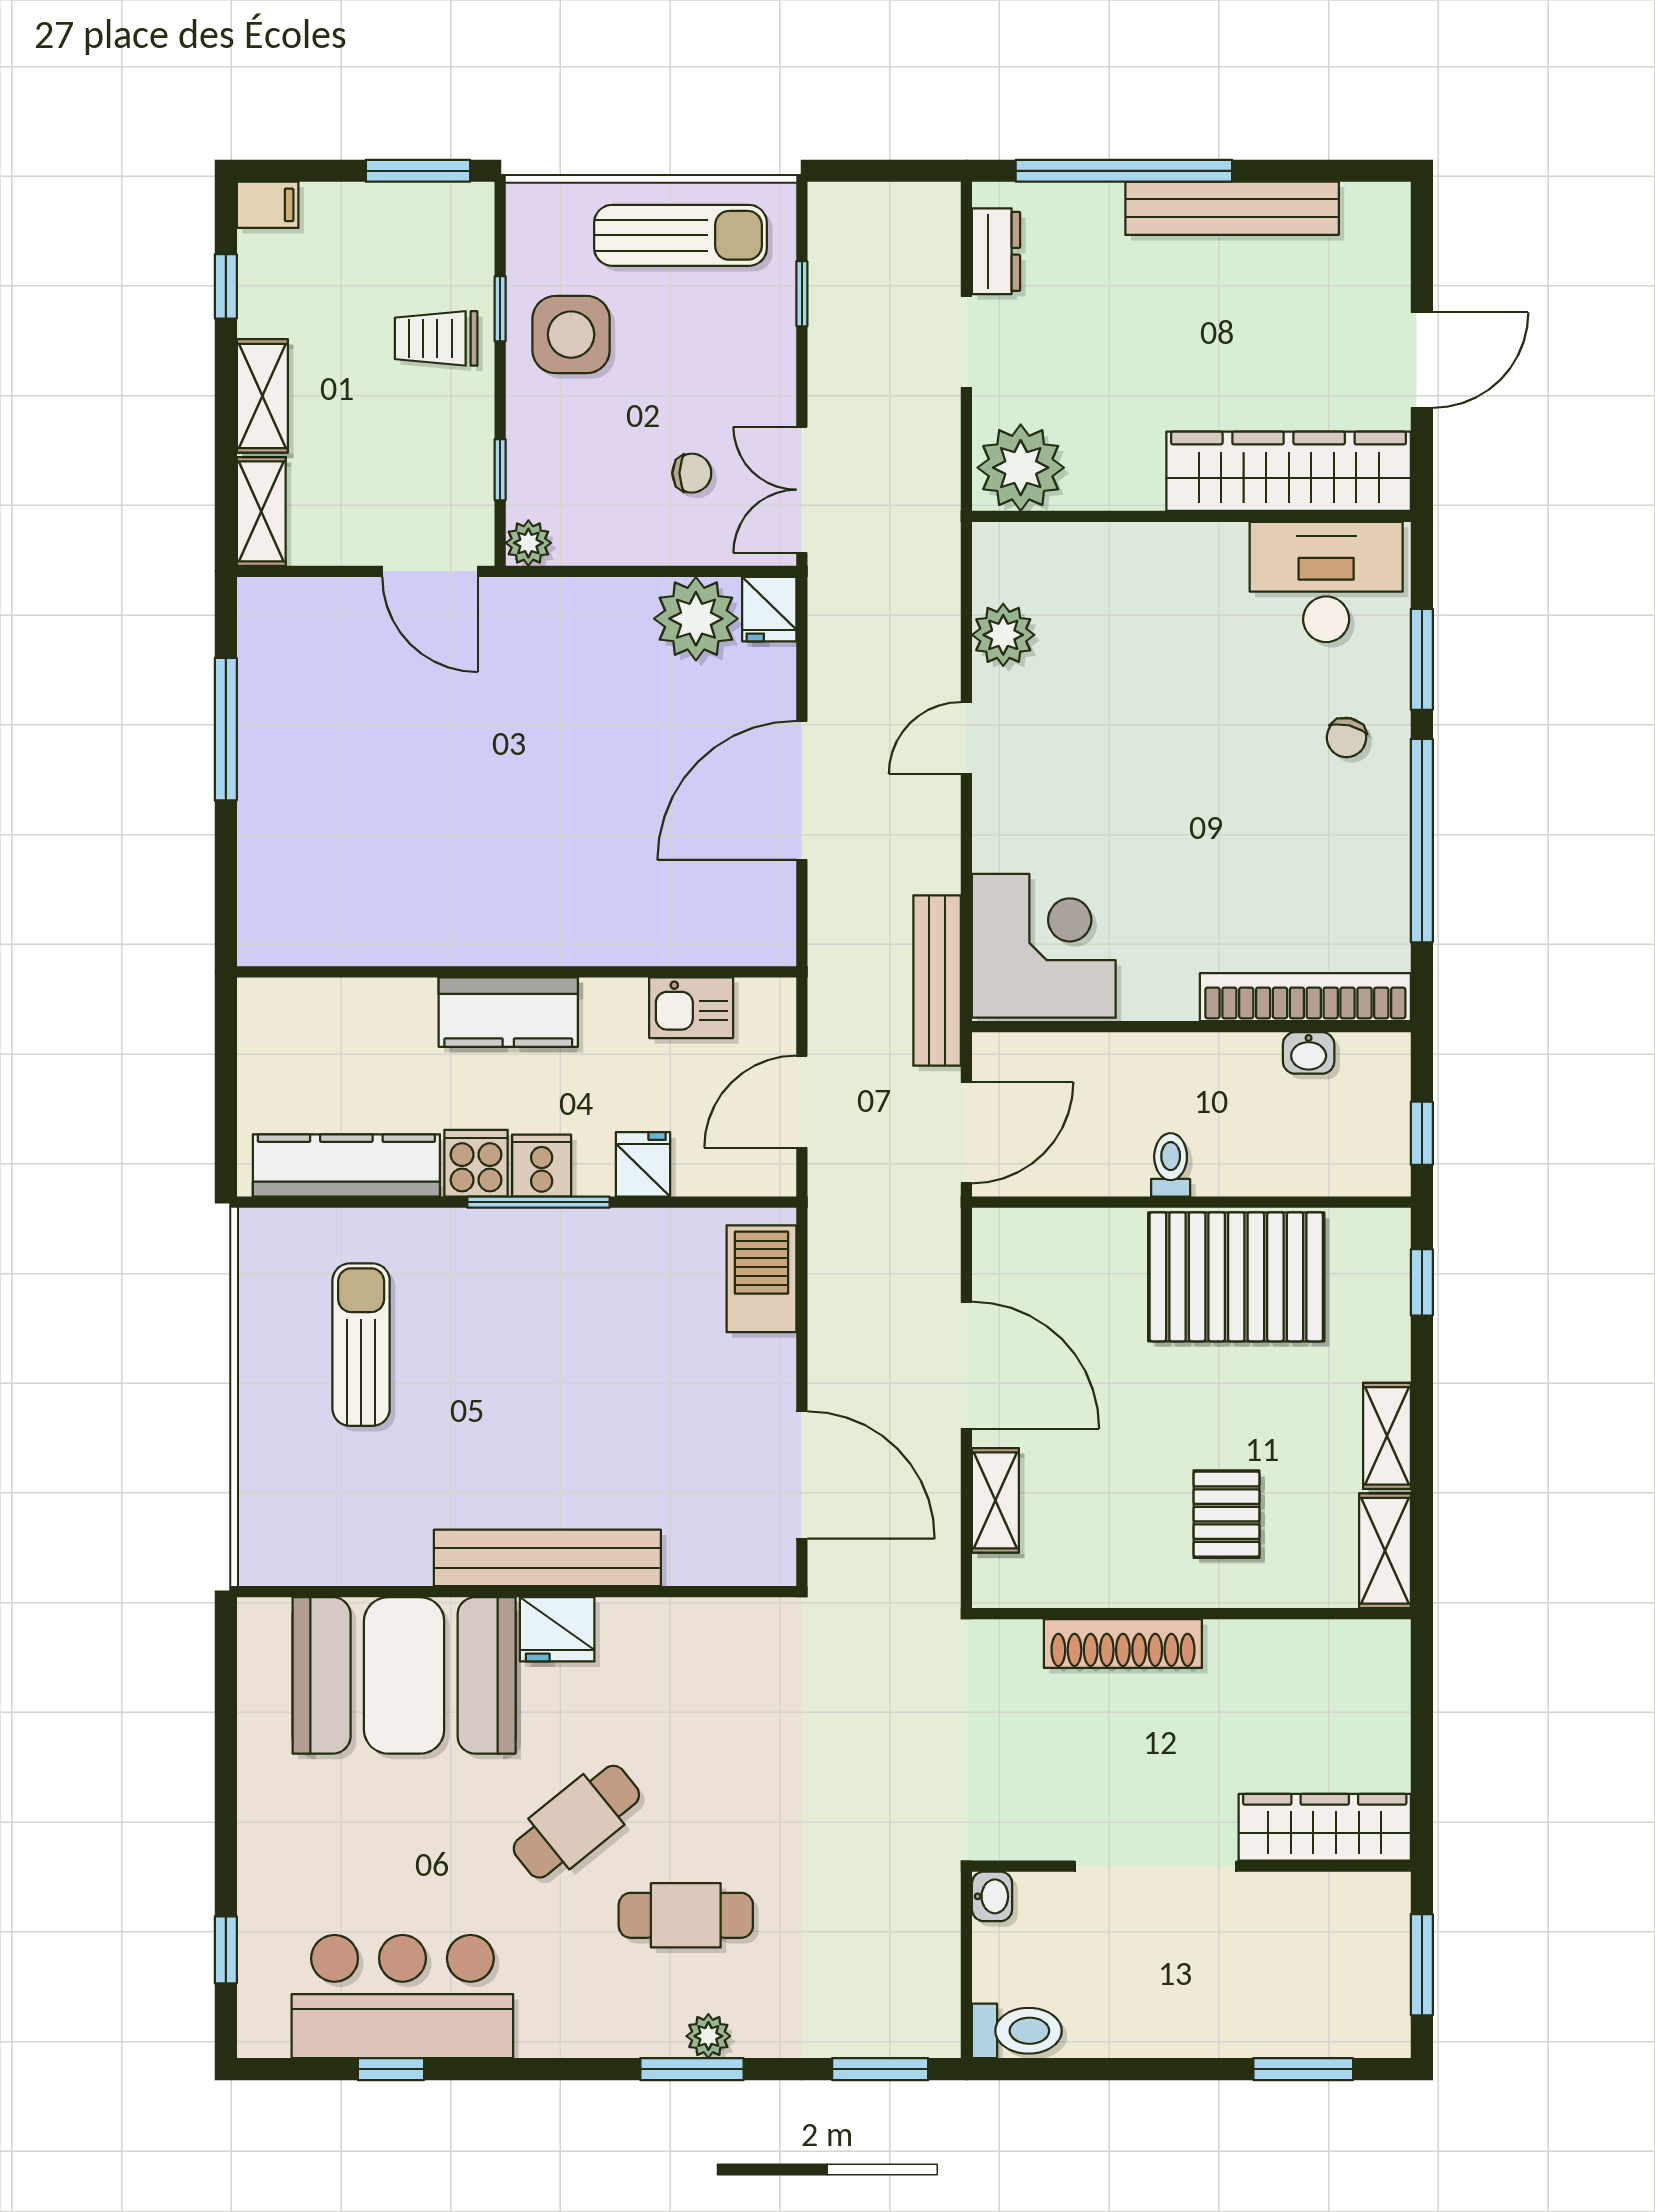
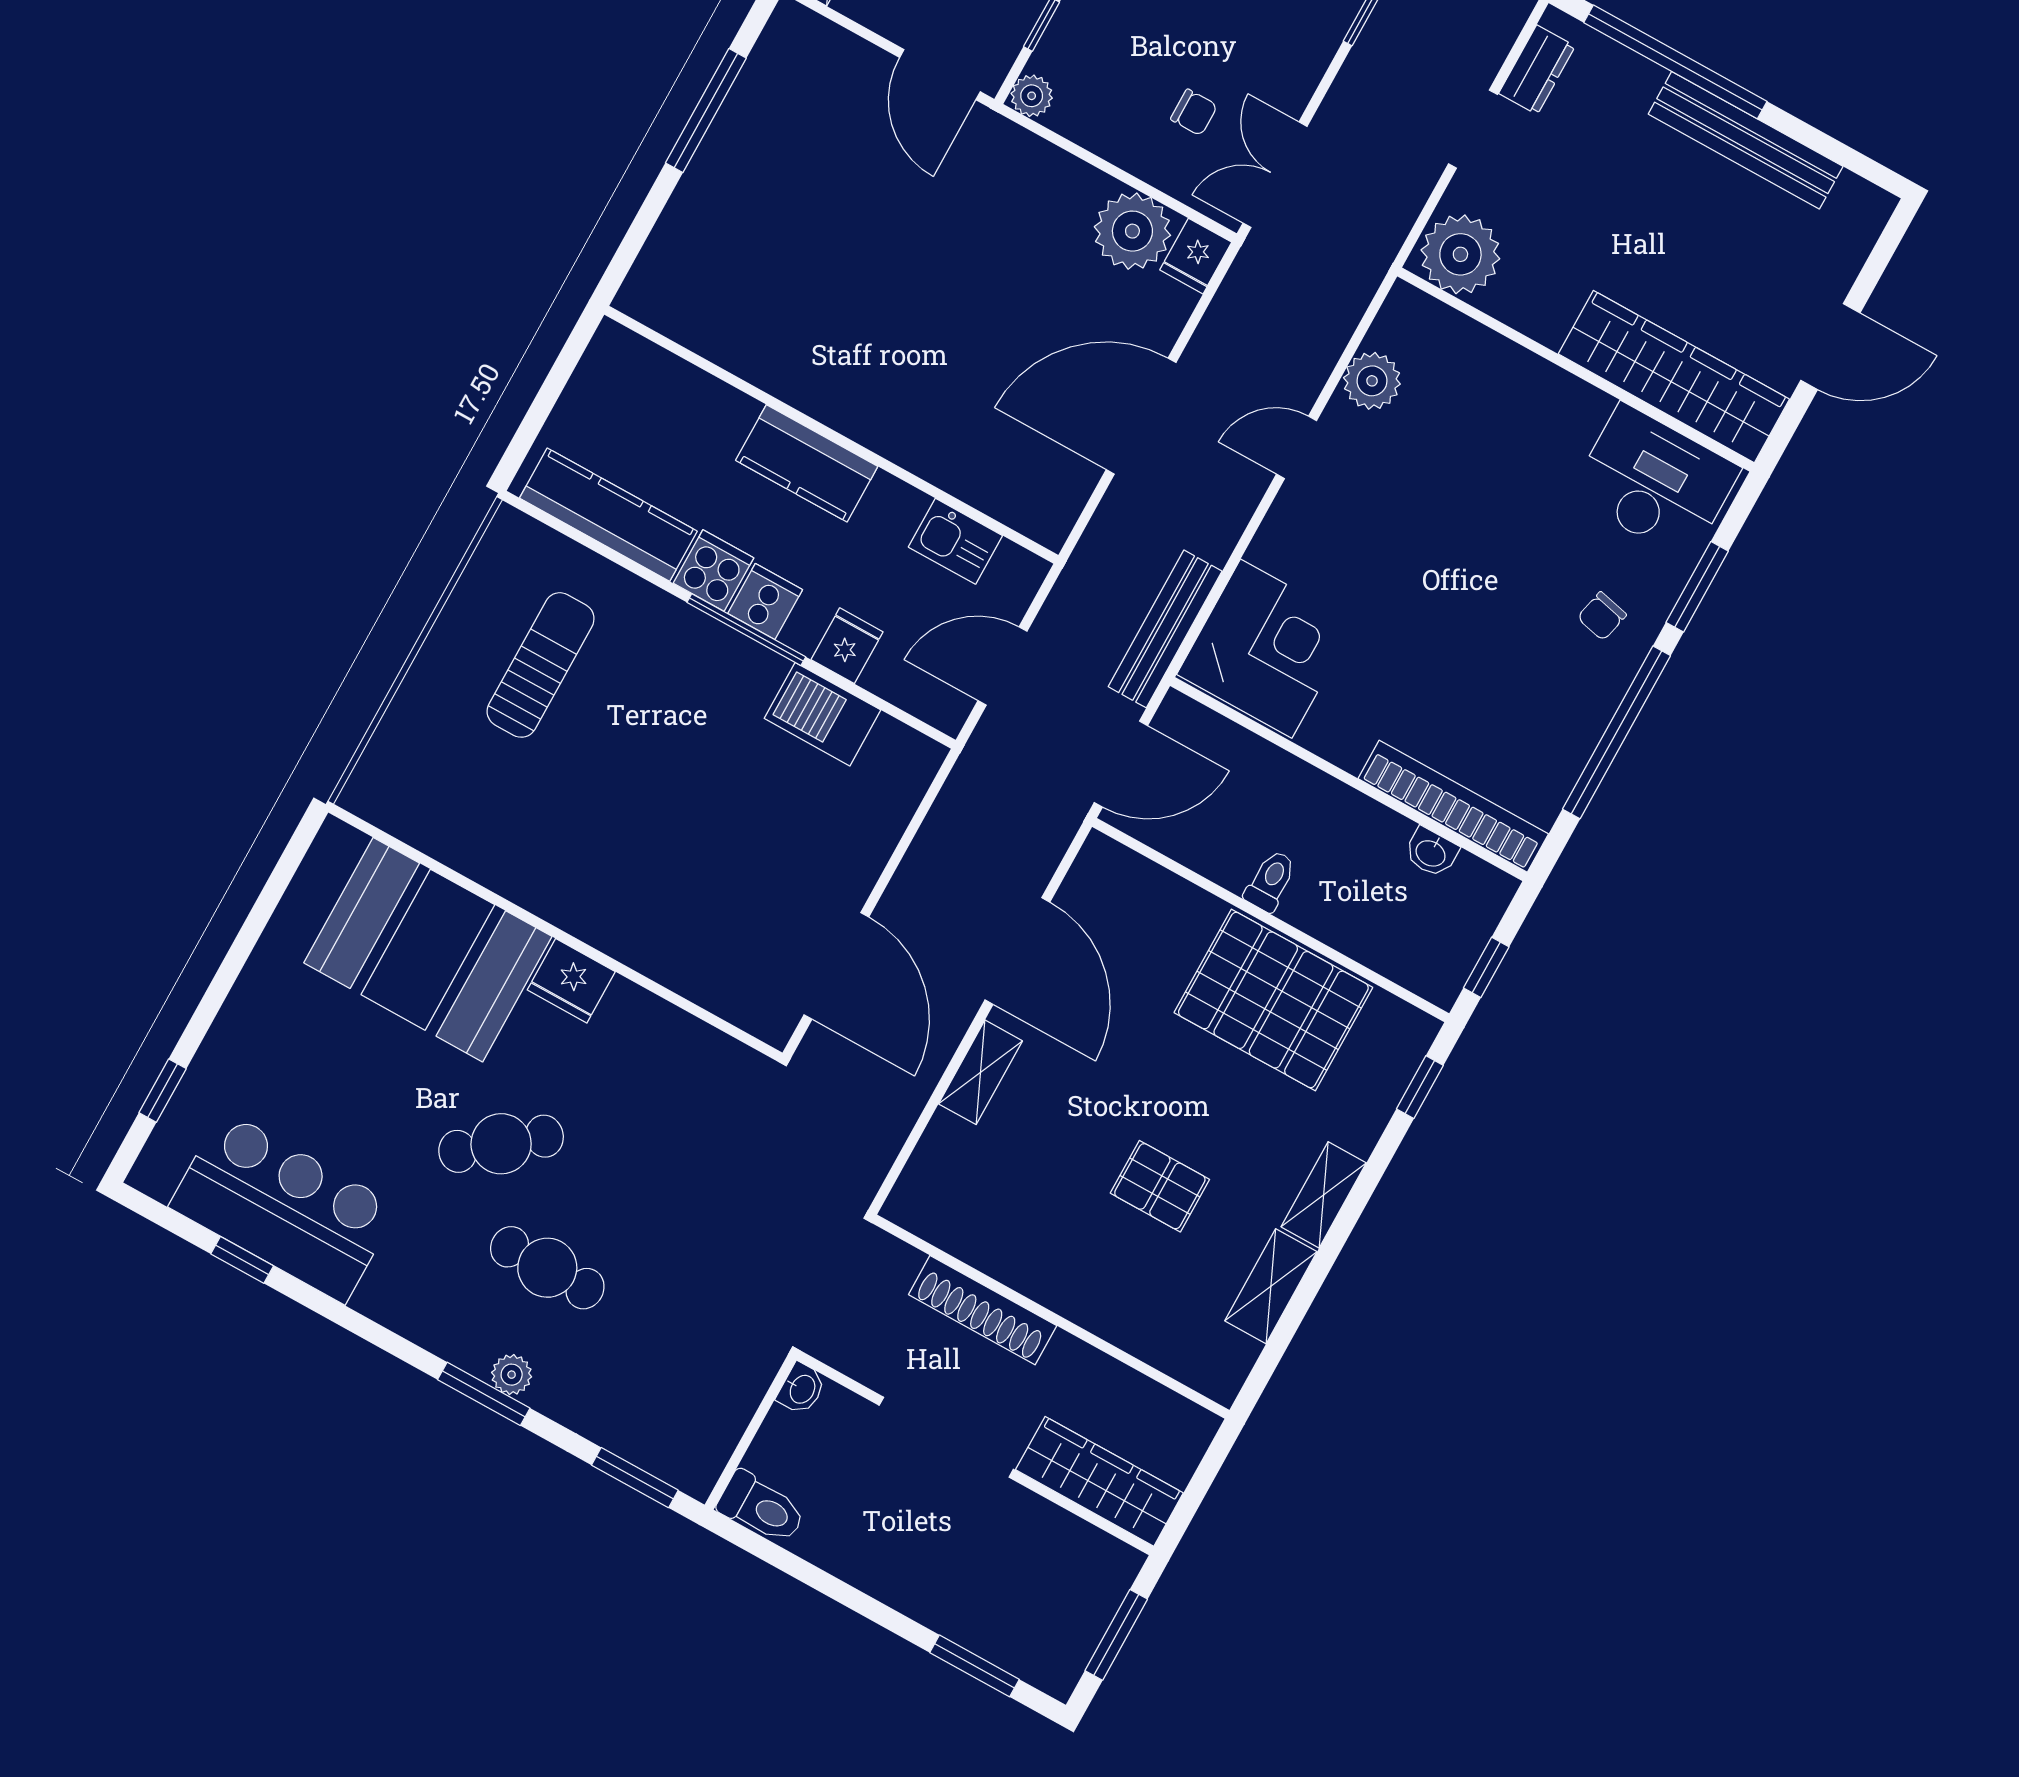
barbecue: (761, 1279) -> (822, 714), moved, turned -90
pallet: (1226, 1514) -> (1160, 1186), turned 90
bench: (547, 1558) -> (595, 919), removed
wall: (1191, 1614) -> (1051, 1317), moved
shoe rack: (1123, 1644) -> (983, 1310), moved

